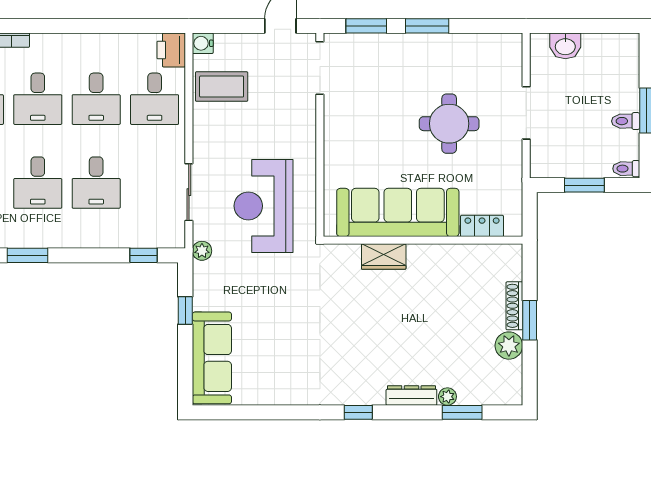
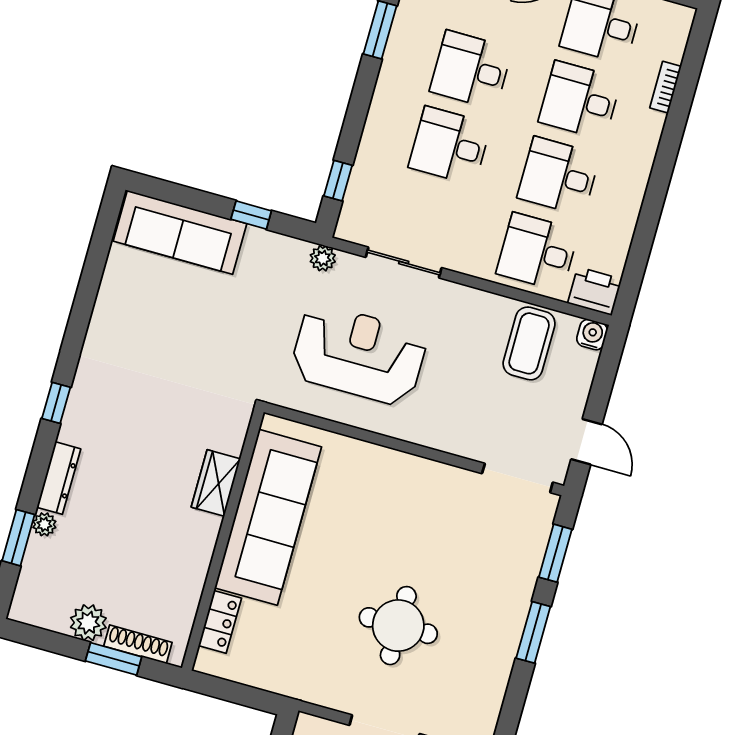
sofa: (398, 212) -> (268, 517), moved
locker: (482, 226) -> (220, 622), moved
wall: (423, 240) -> (223, 540), moved
wardrobe: (384, 257) -> (216, 483), moved

